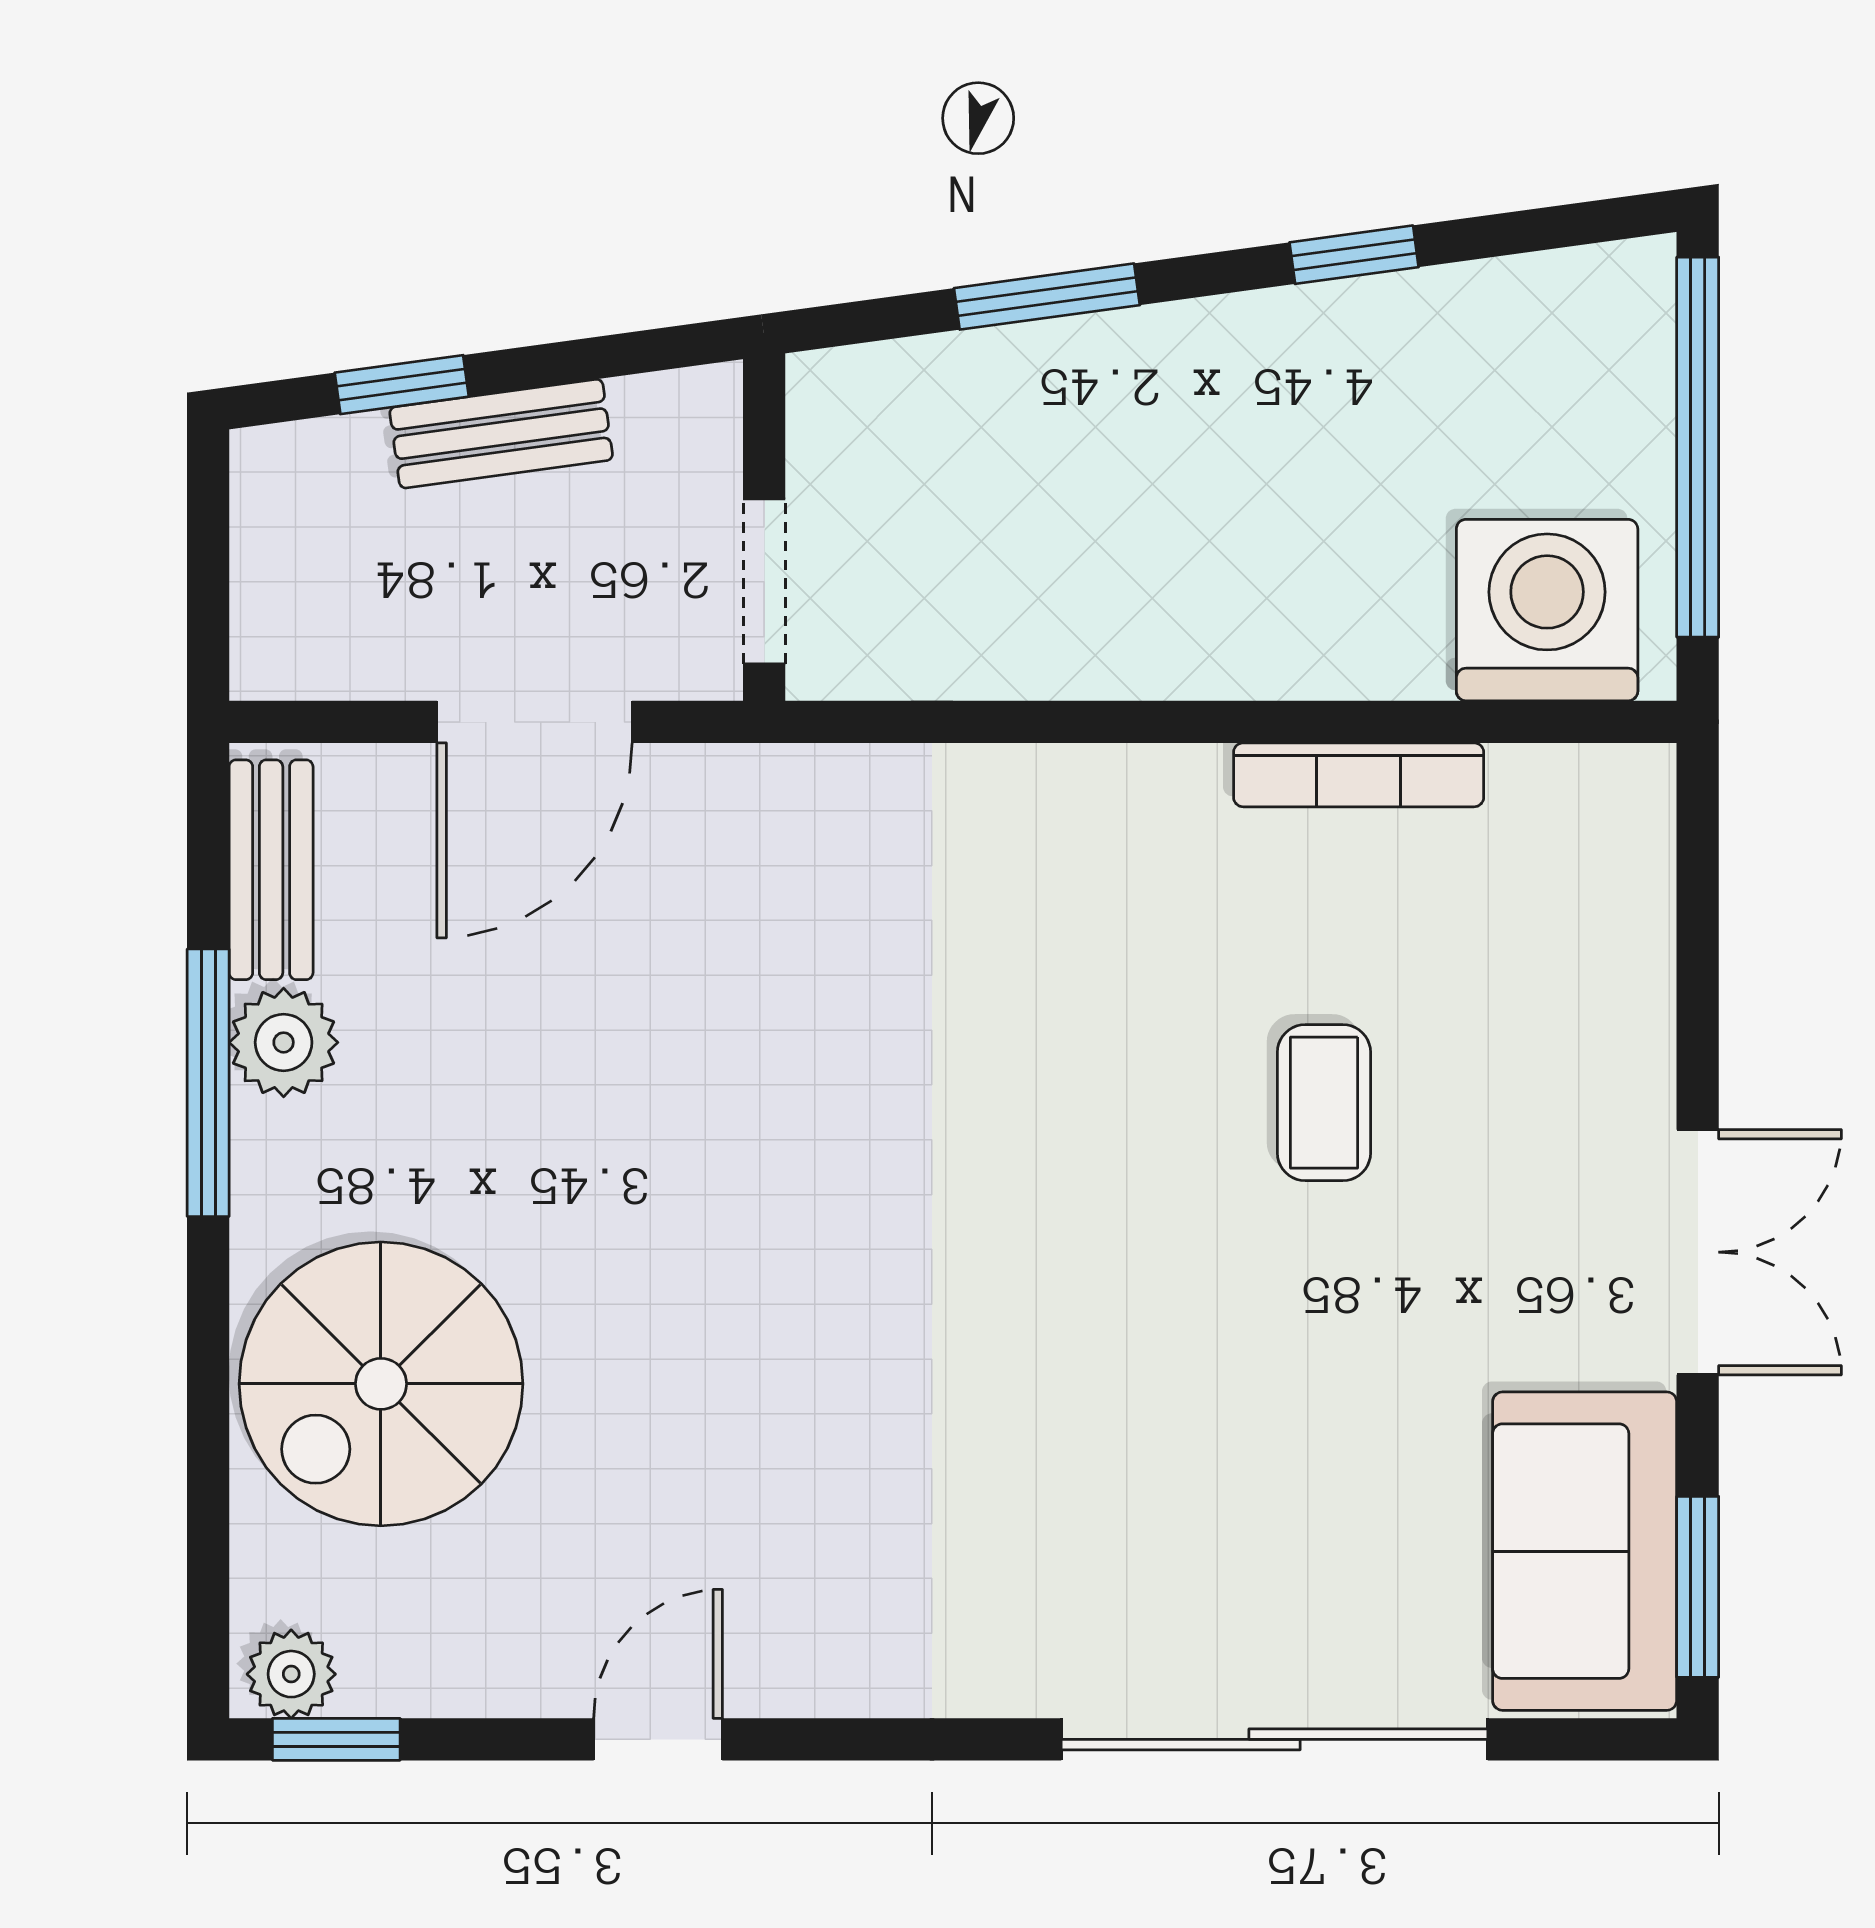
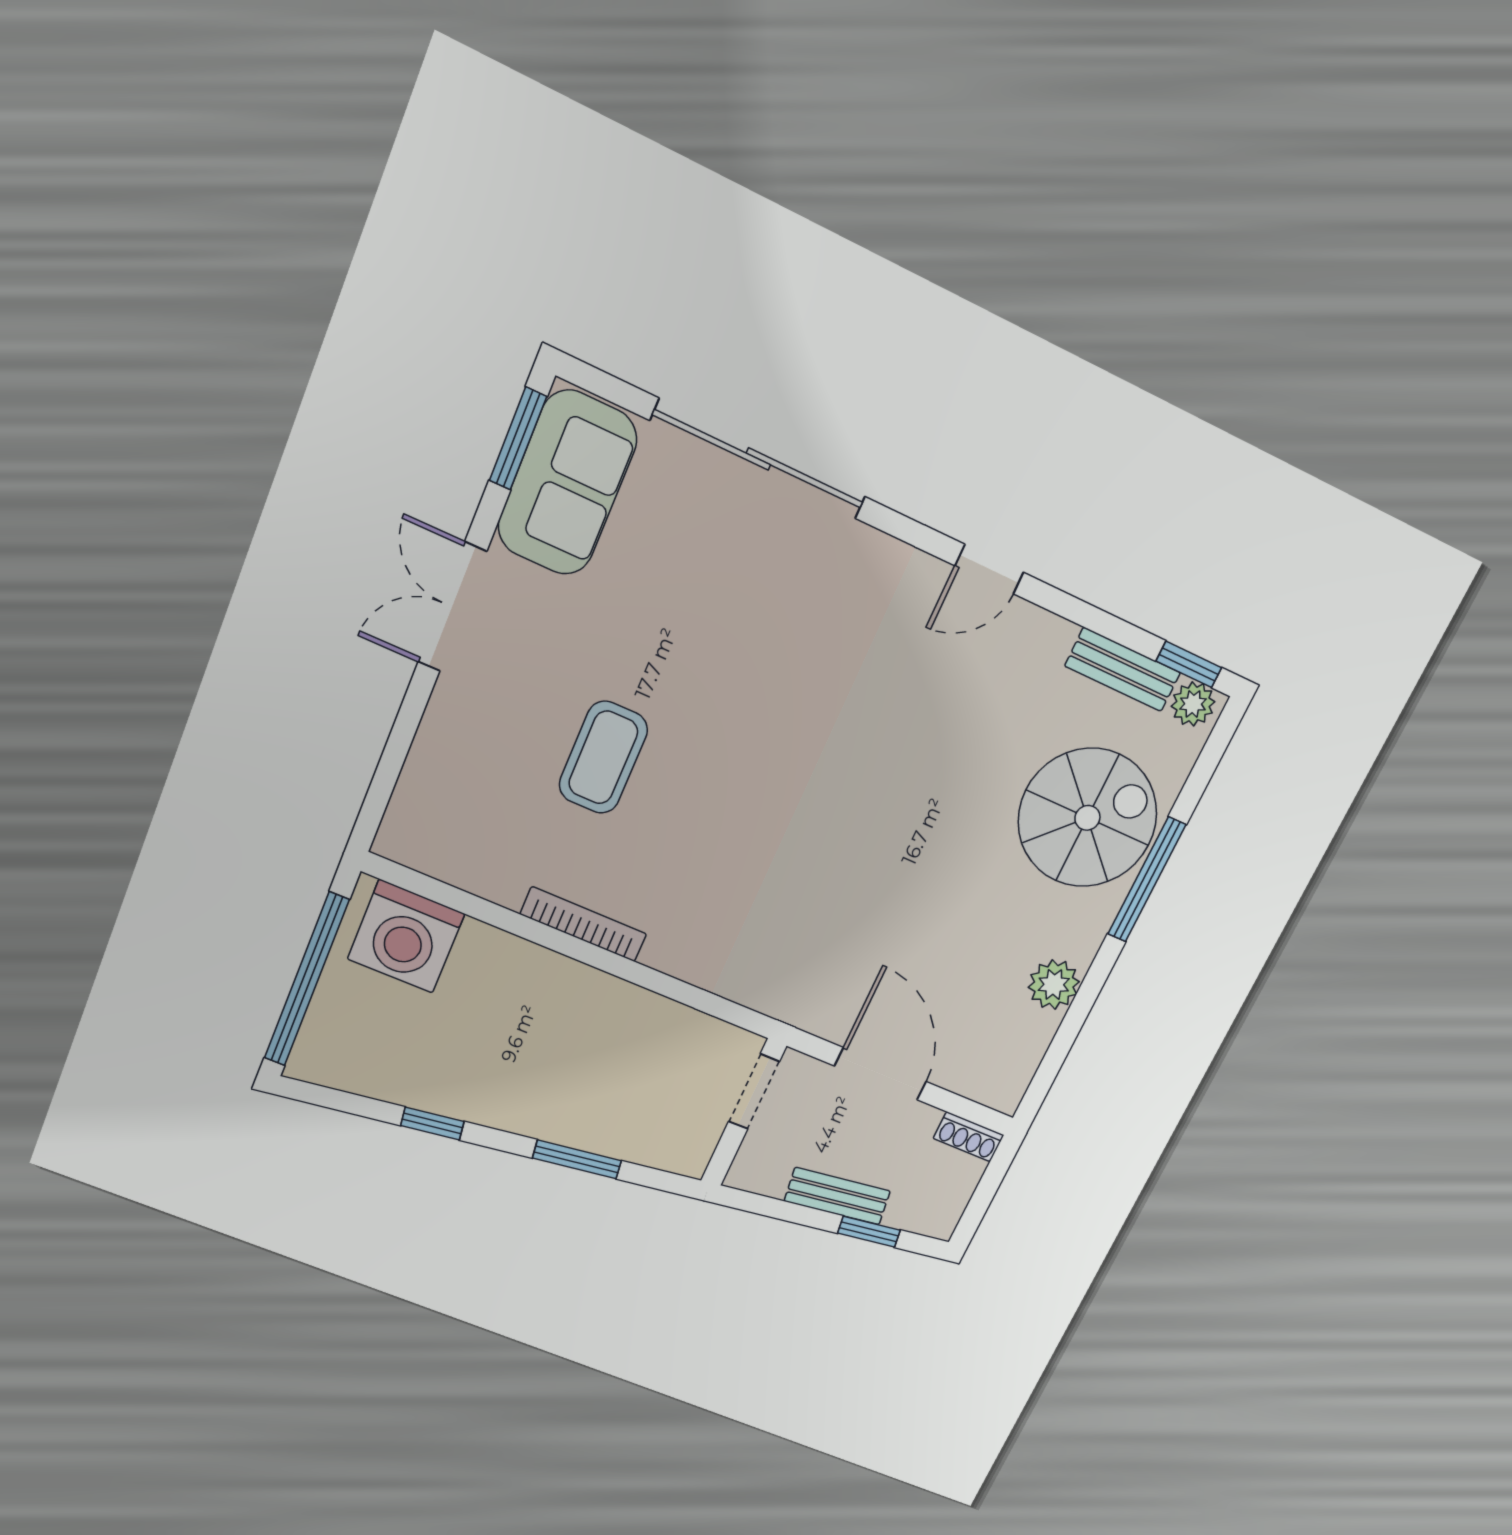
shoe rack: (298, 667) -> (969, 1137), added
door: (534, 722) -> (880, 1074), hinge flipped
bookcase: (1359, 775) -> (583, 924), moved
bench: (271, 870) -> (1123, 669), moved, turned 90
window: (208, 1083) -> (1147, 880), moved
coffee table: (1324, 1103) -> (603, 757), width x1.36, depth x1.30
door: (658, 1739) -> (989, 569), moved

